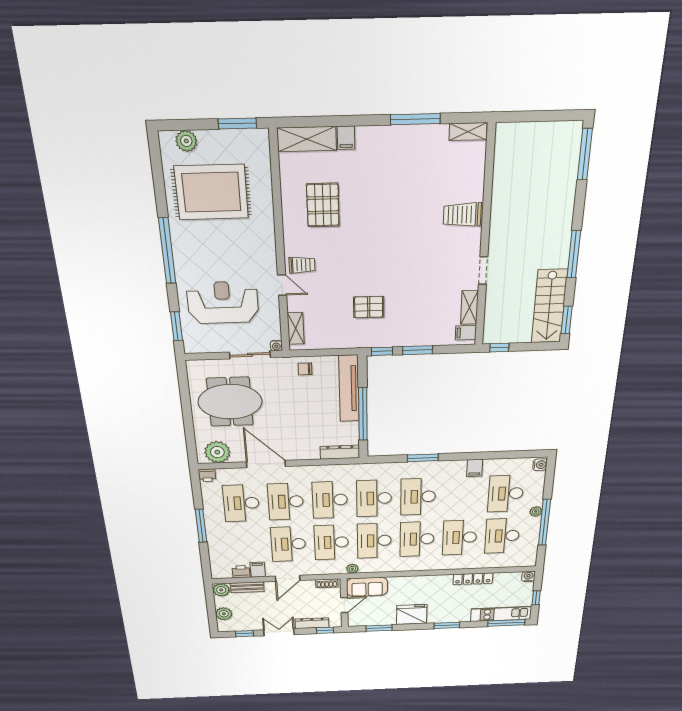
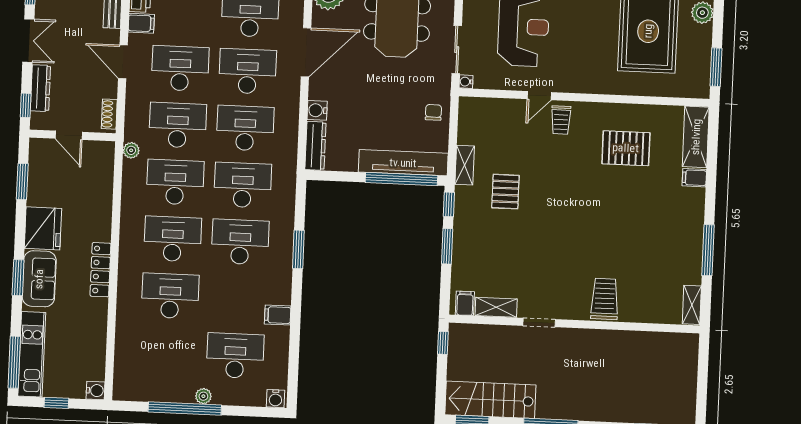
shelving: (296, 328) -> (465, 165), moved, turned 90
window: (363, 414) -> (401, 179), moved
water cooler: (311, 453) -> (317, 110), added
desk: (502, 536) -> (168, 353), removed
locker: (473, 579) -> (100, 270), moved
sofa: (367, 587) -> (39, 279), moved, turned 180

